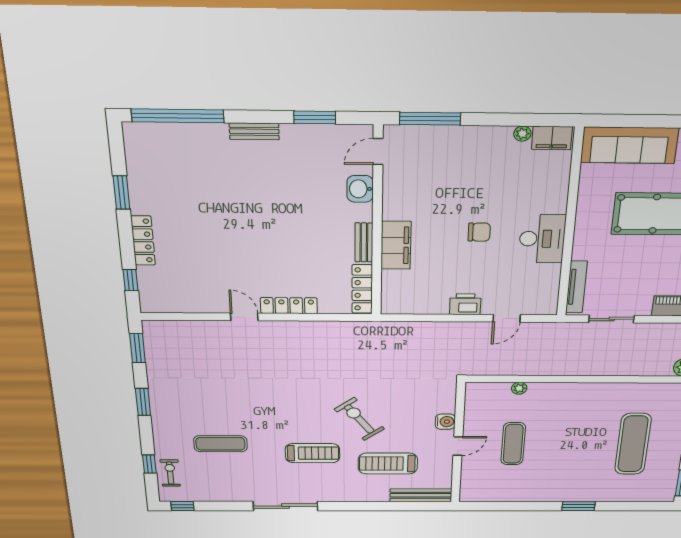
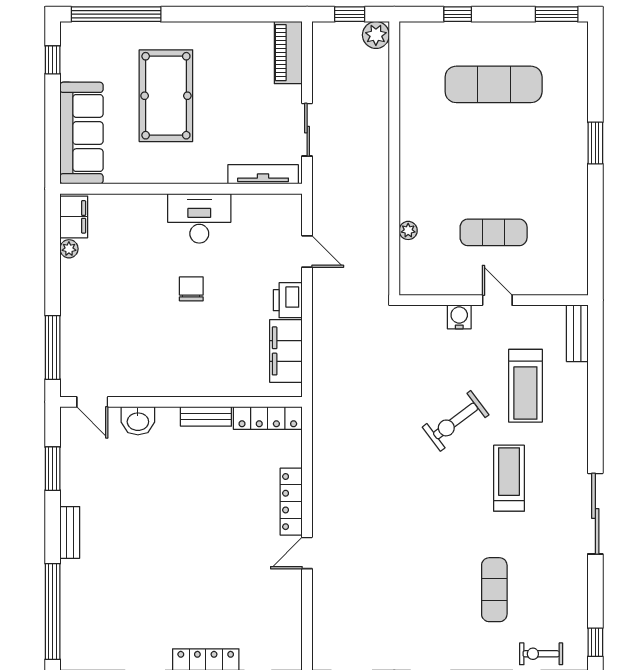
filing cabinet: (396, 245) -> (286, 351), moved, turned -90
bench: (421, 495) -> (577, 333), width x0.73

